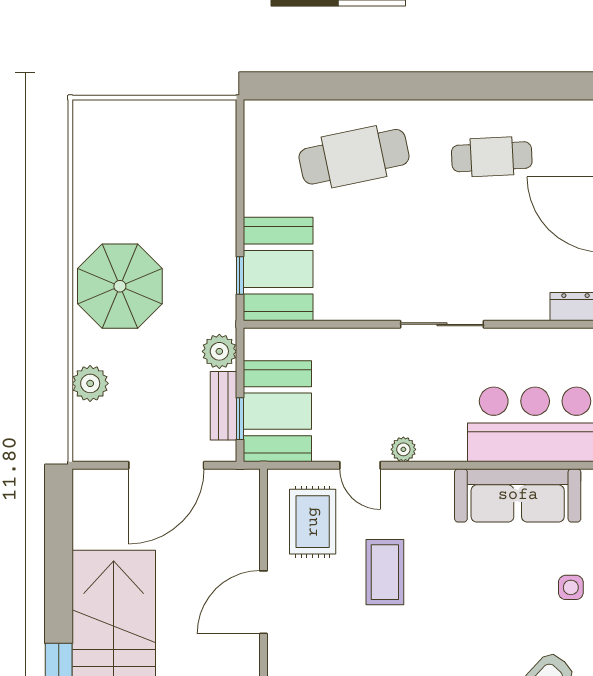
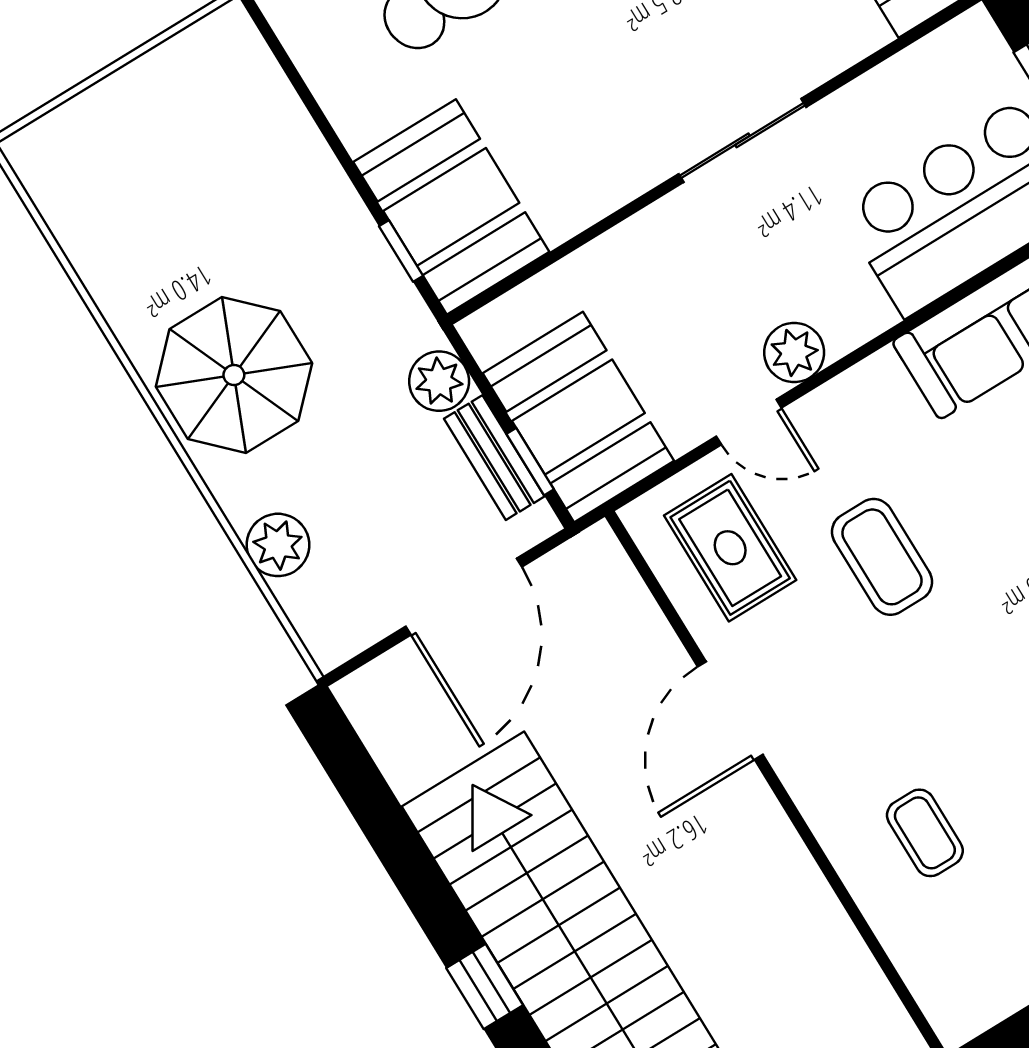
plant: (403, 449) -> (794, 352), width x1.38, depth x1.38

